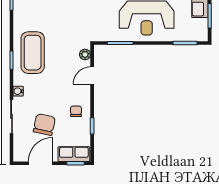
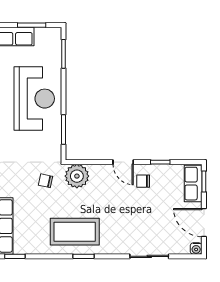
plant: (85, 54) -> (77, 176), width x1.88, depth x1.88
door: (92, 76) -> (123, 162), moved
water cooler: (18, 91) -> (196, 249), moved
chair: (44, 125) -> (46, 181), moved, width x0.54, depth x0.54

